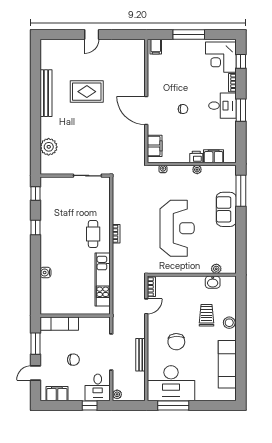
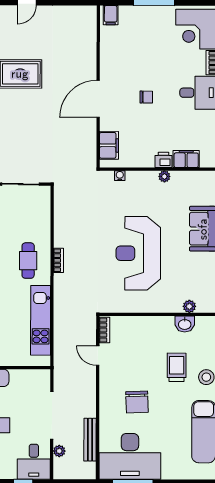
door: (146, 111) -> (98, 99), hinge flipped
reception desk: (177, 228) -> (138, 253), turned 180
door: (146, 306) -> (98, 356), swing flipped
bench: (141, 355) -> (90, 440), moved
plant: (117, 394) -> (59, 451), moved

